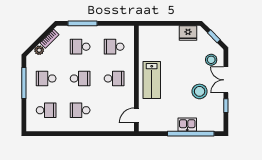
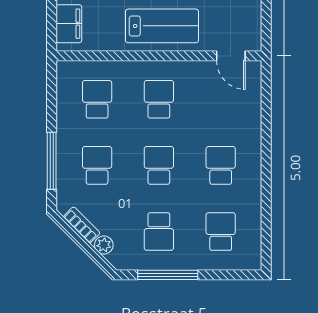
filing cabinet: (153, 32) -> (69, 24), added
school desk: (80, 47) -> (97, 165), turned 180
school desk: (114, 47) -> (97, 99), turned 180
school desk: (80, 110) -> (221, 165), turned 180

